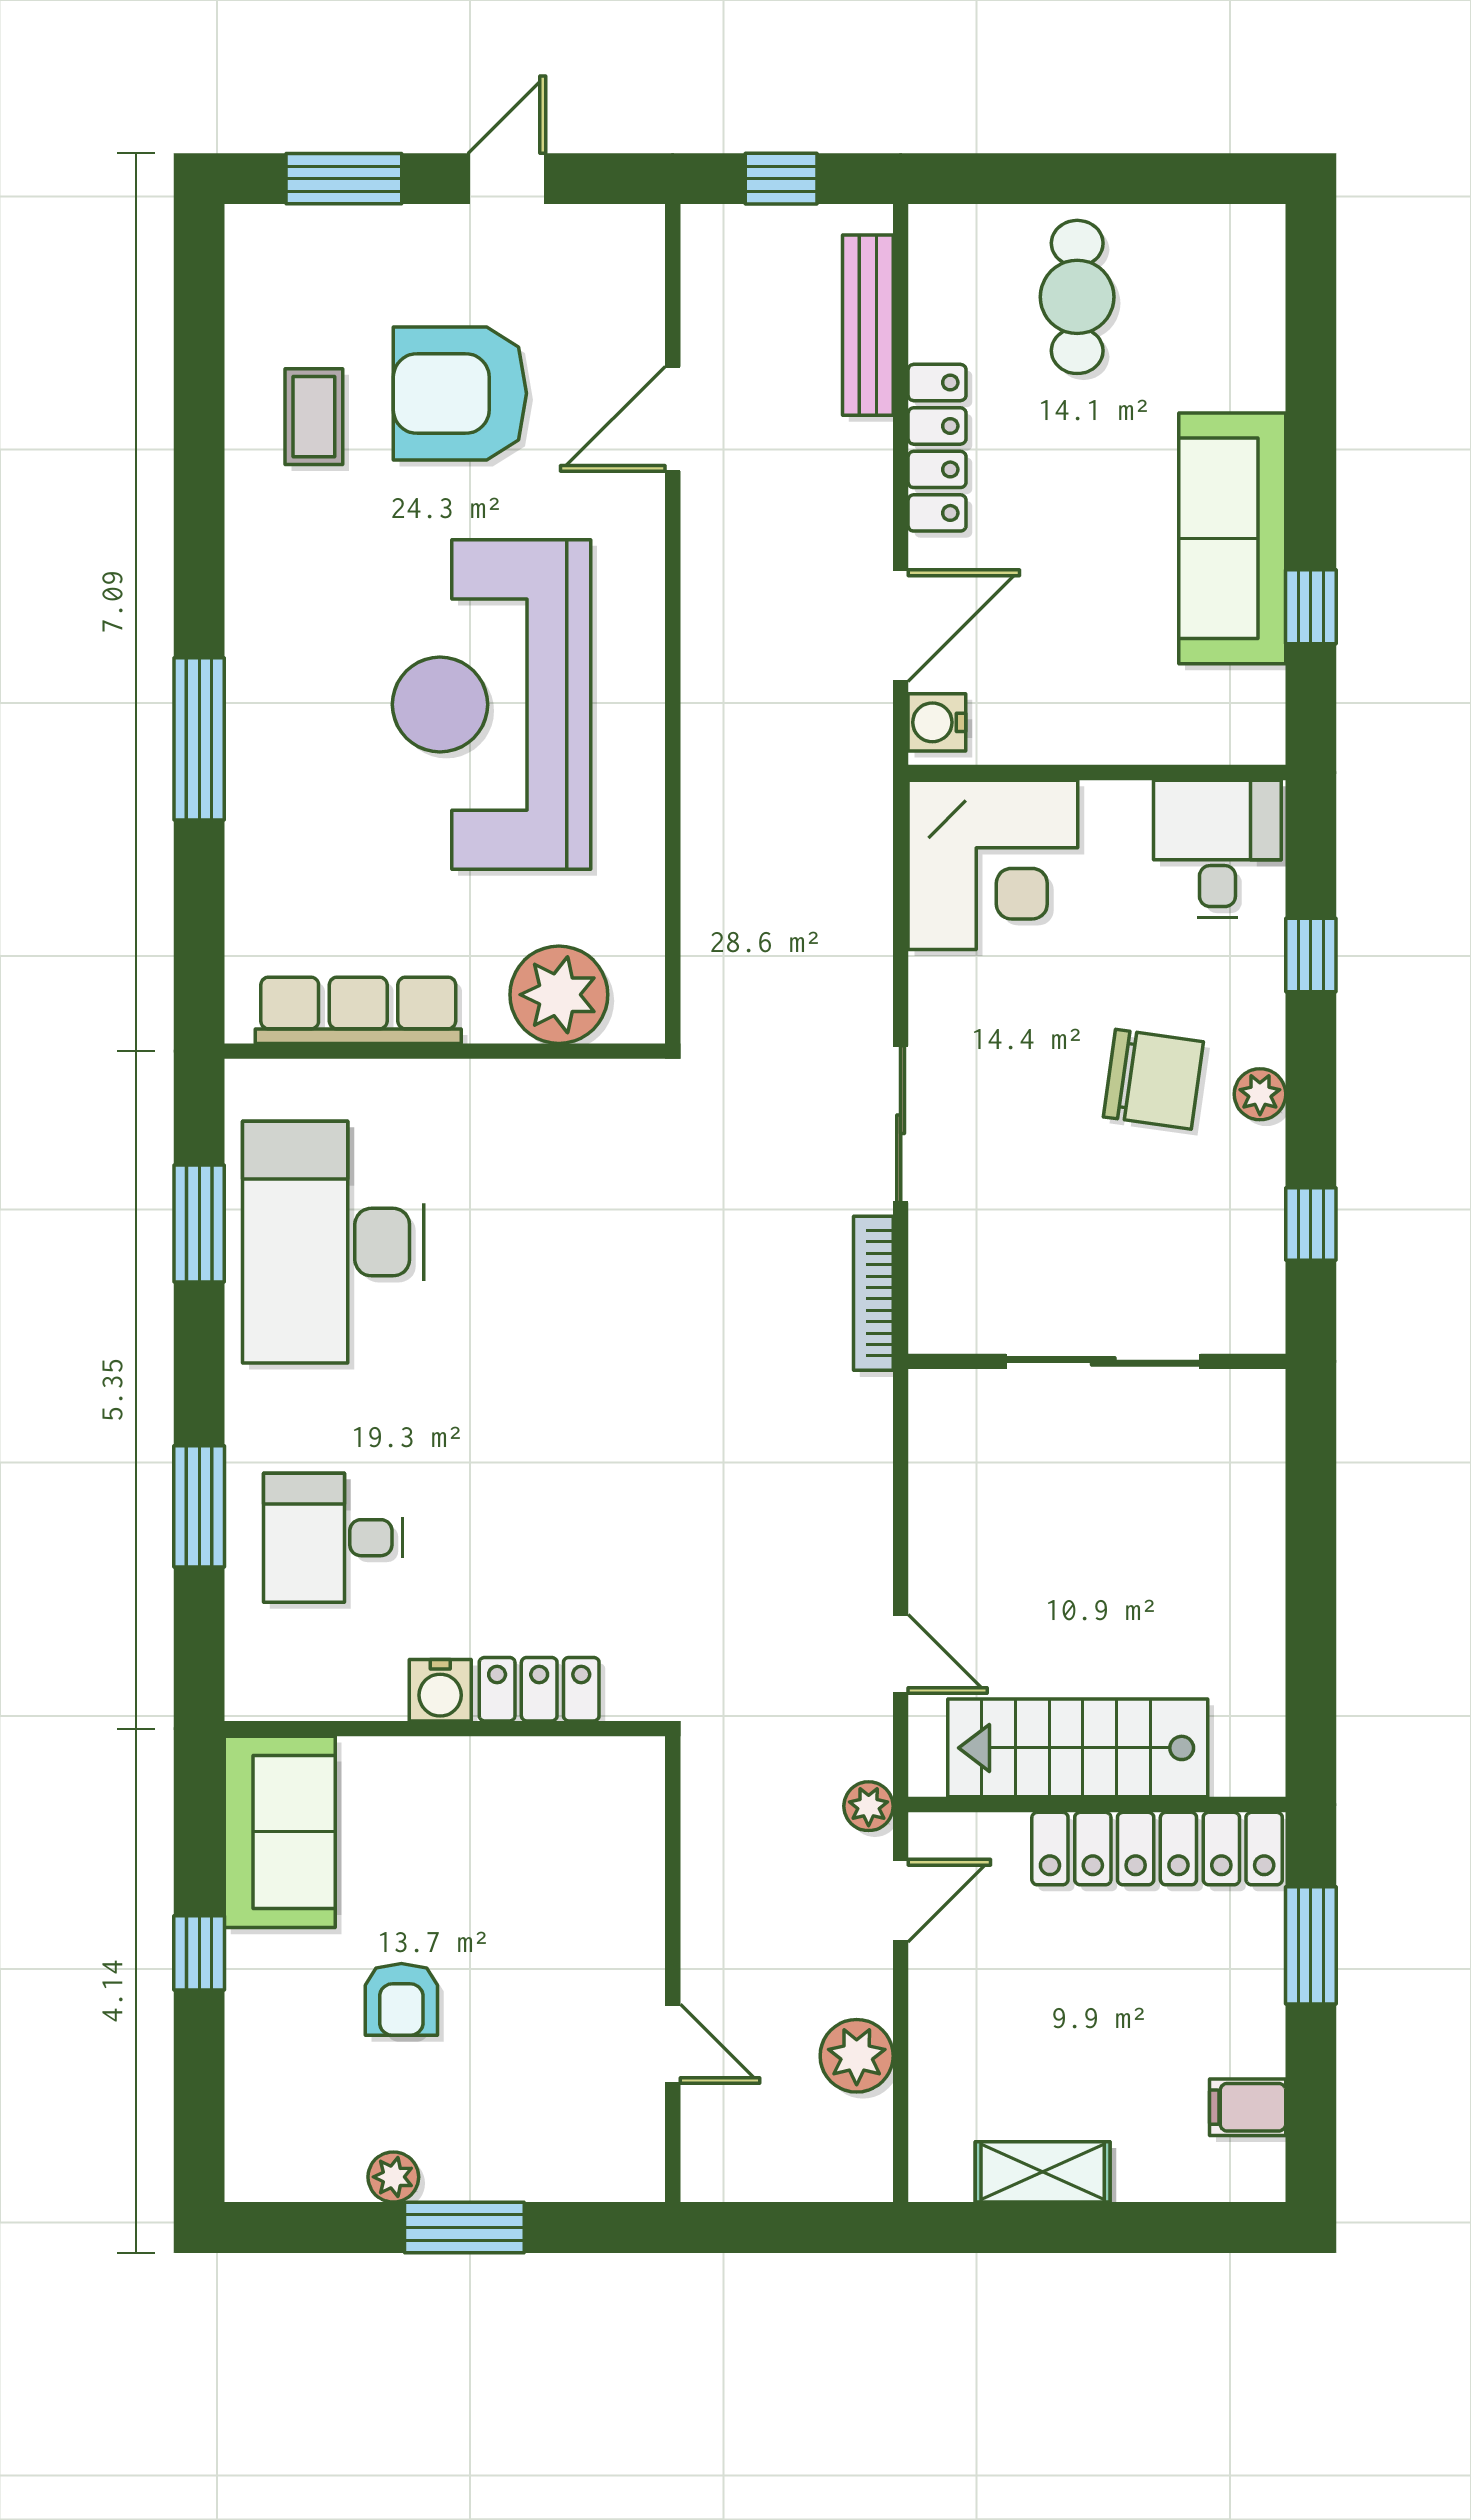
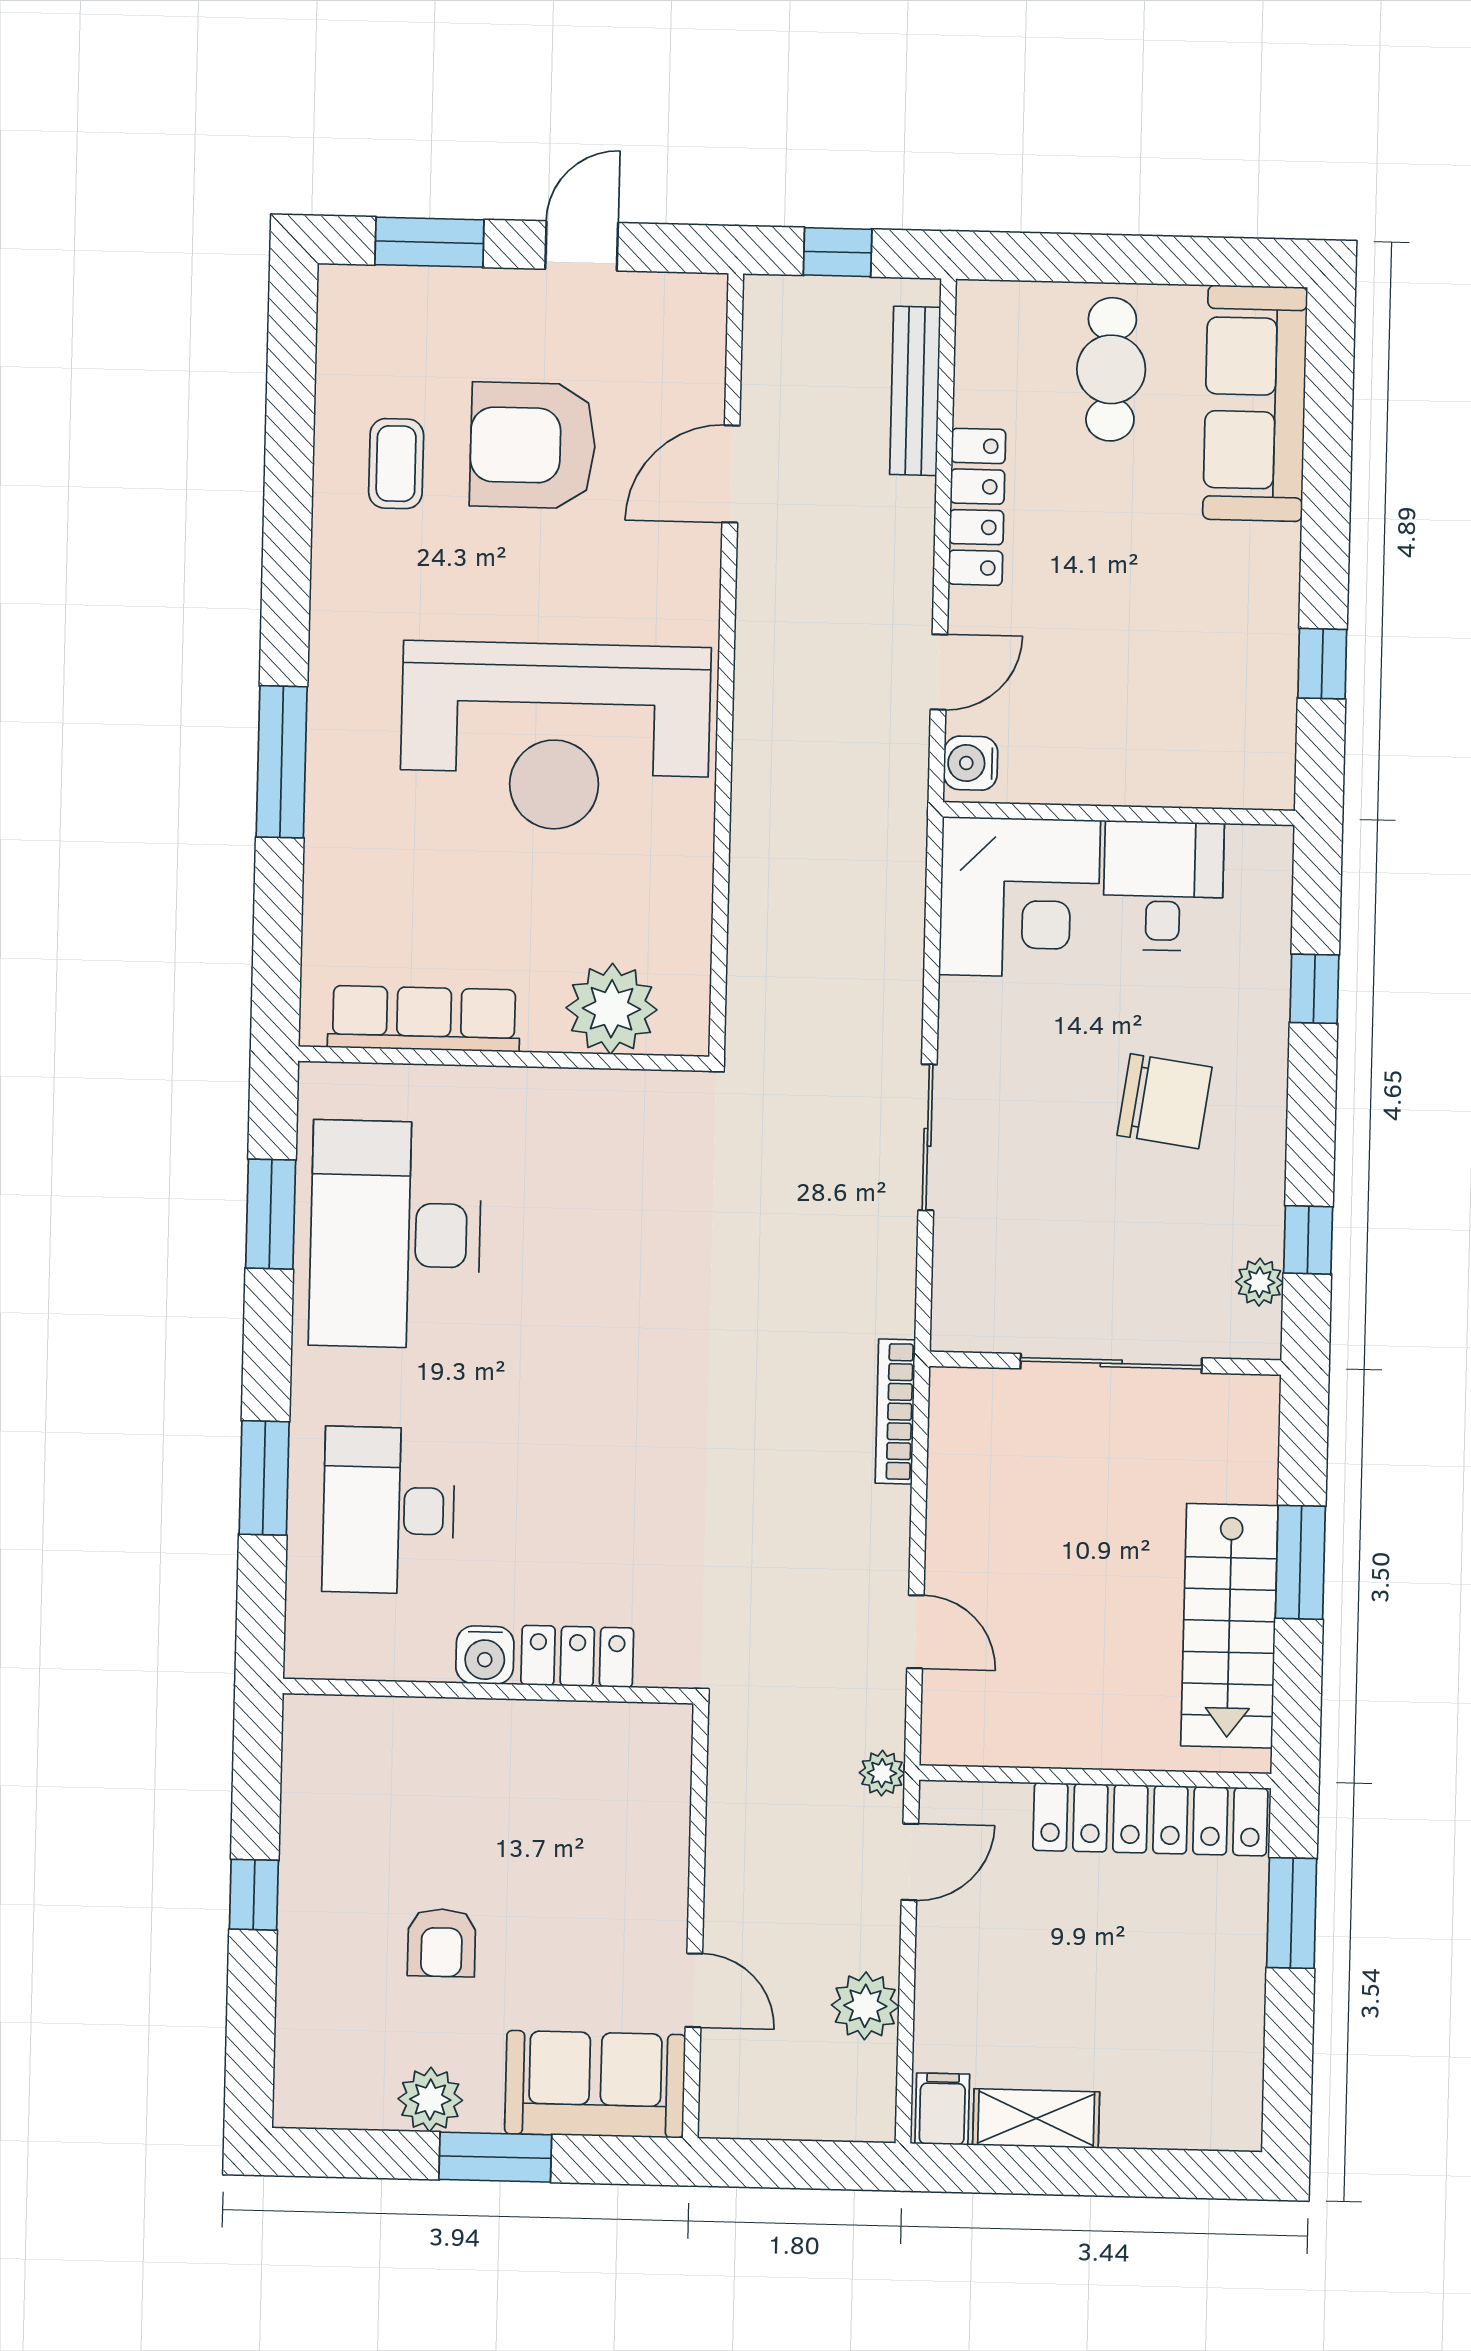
sofa: (1232, 538) -> (1255, 403), moved
door: (901, 626) -> (939, 672), width x0.73
reception desk: (491, 705) -> (555, 736), turned -90
desk: (1217, 849) -> (1163, 886), moved
plant: (1260, 1094) -> (1260, 1282), moved
bookcase: (873, 1293) -> (895, 1412), moved
desk: (333, 1538) -> (389, 1510), width x1.37
window: (1311, 1569) -> (1300, 1562), added
stairs: (1078, 1748) -> (1229, 1626), moved, turned -90
sofa: (280, 1832) -> (595, 2084), moved, turned -90
filing cabinet: (1248, 2107) -> (942, 2109), moved, turned 90
plant: (393, 2177) -> (430, 2100), width x1.38, depth x1.38

